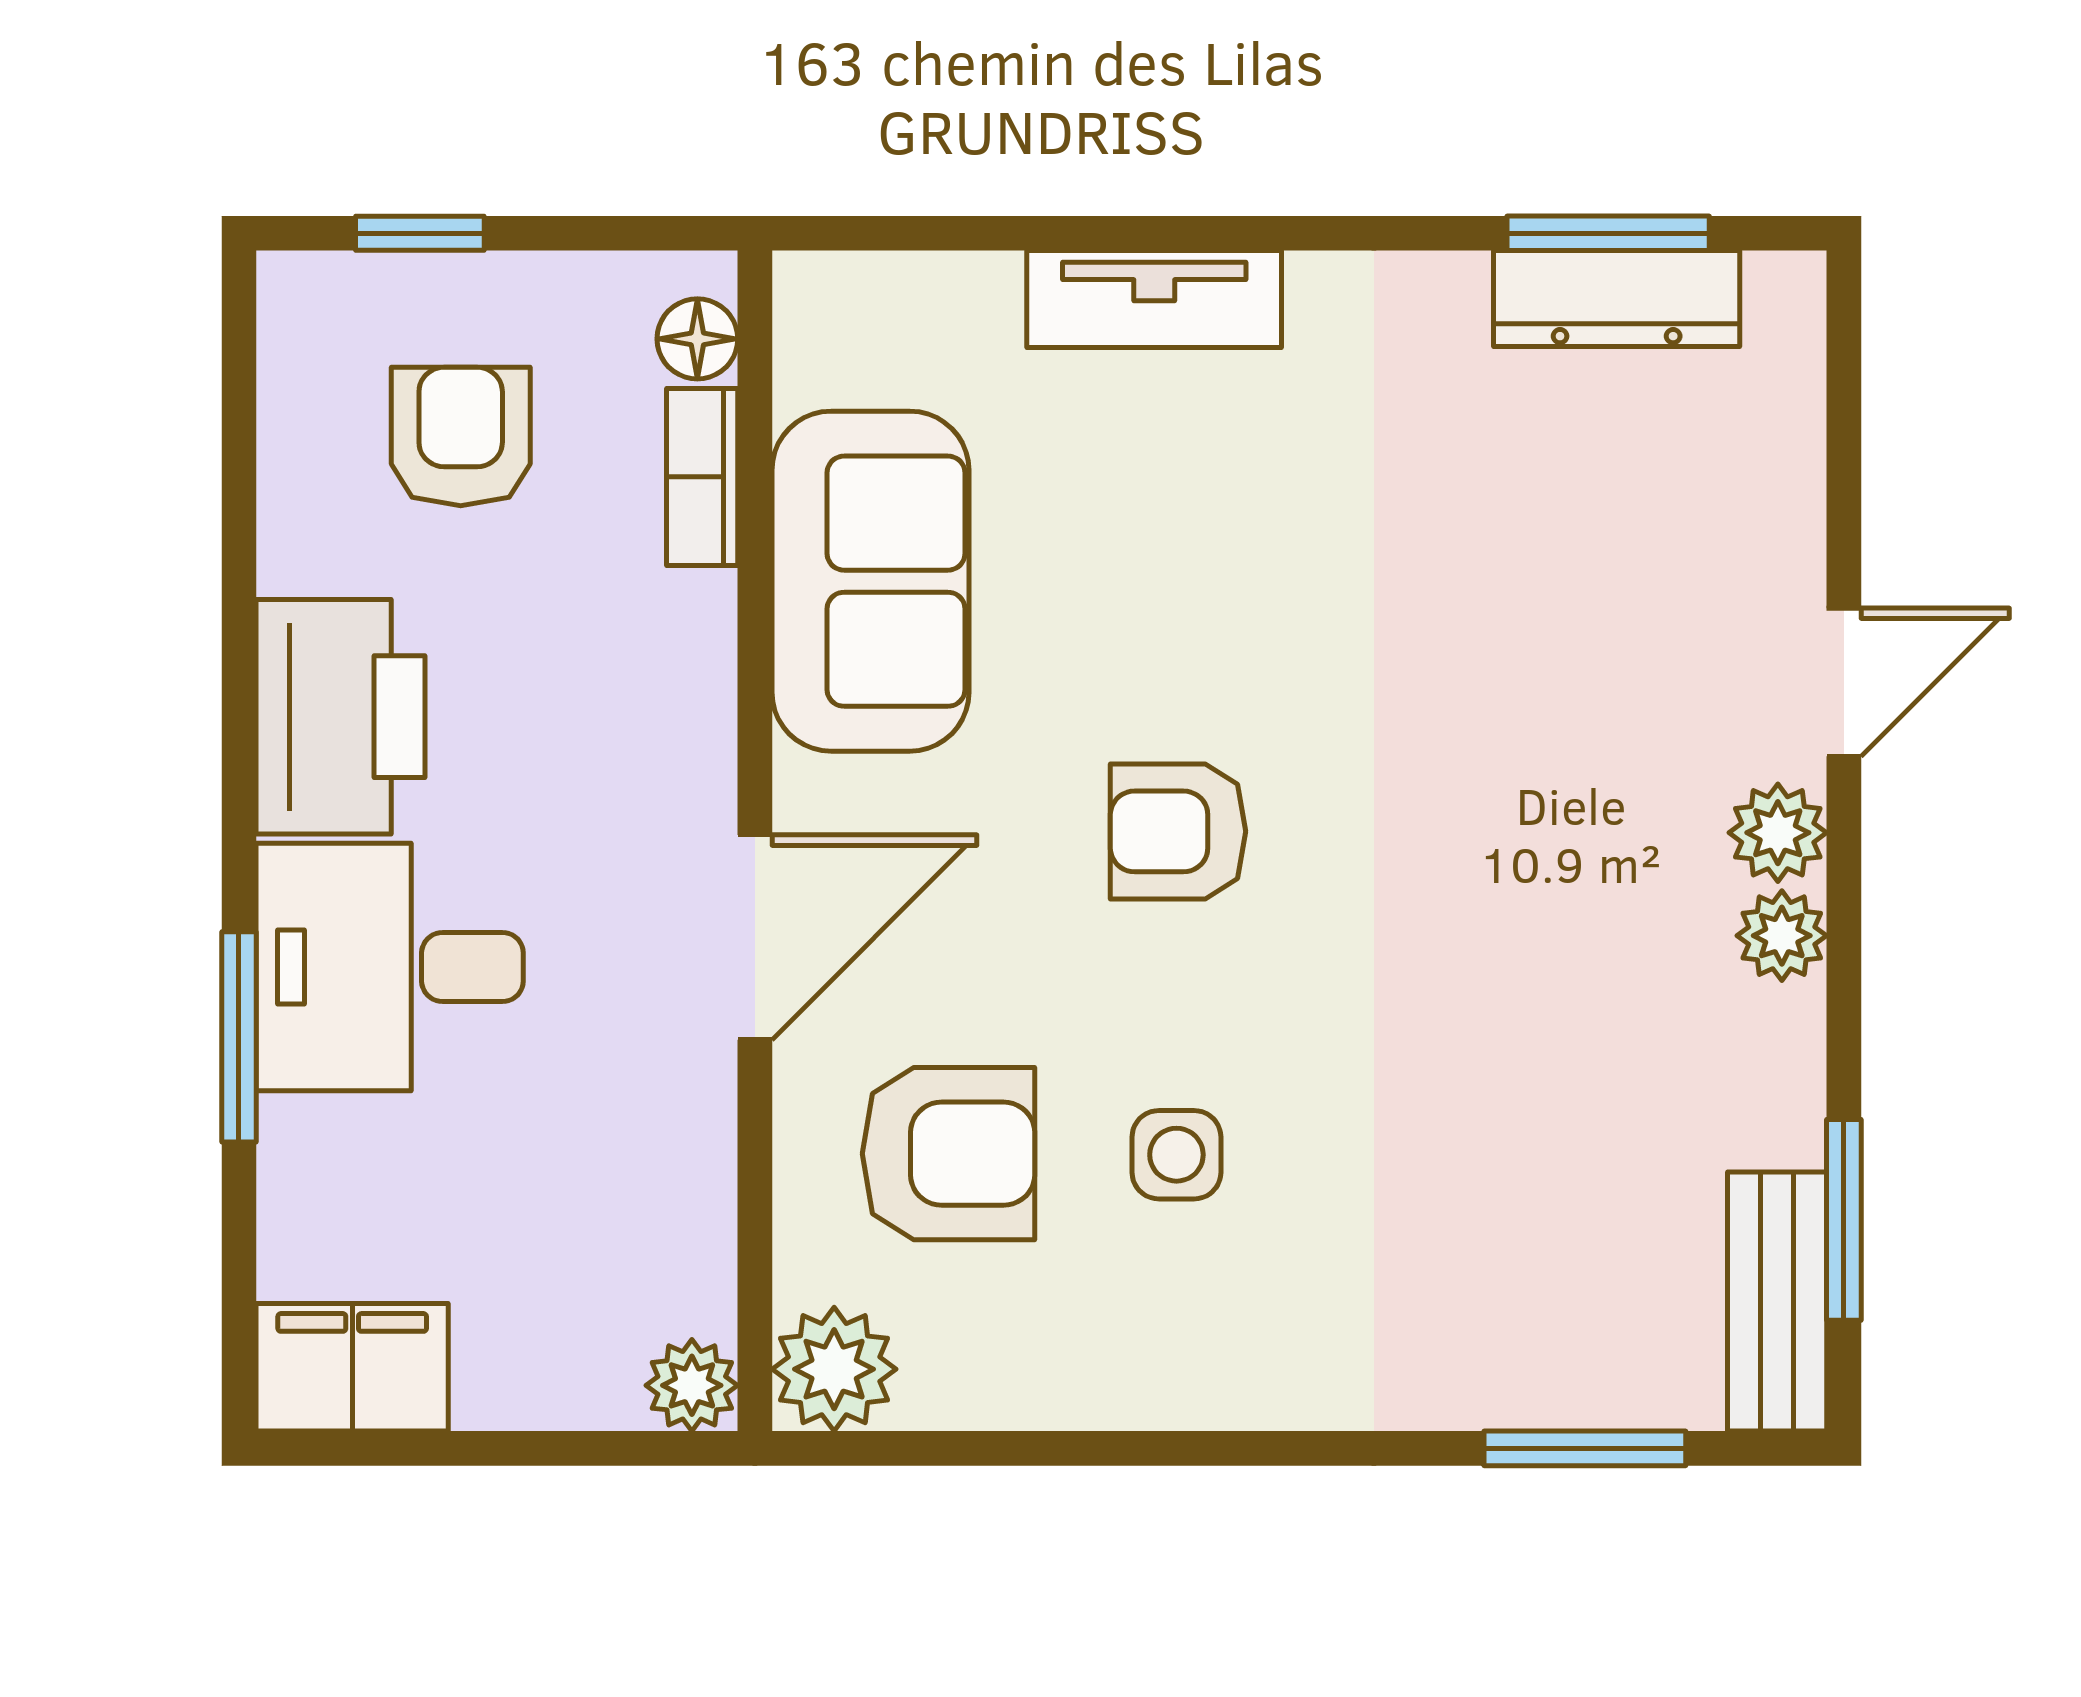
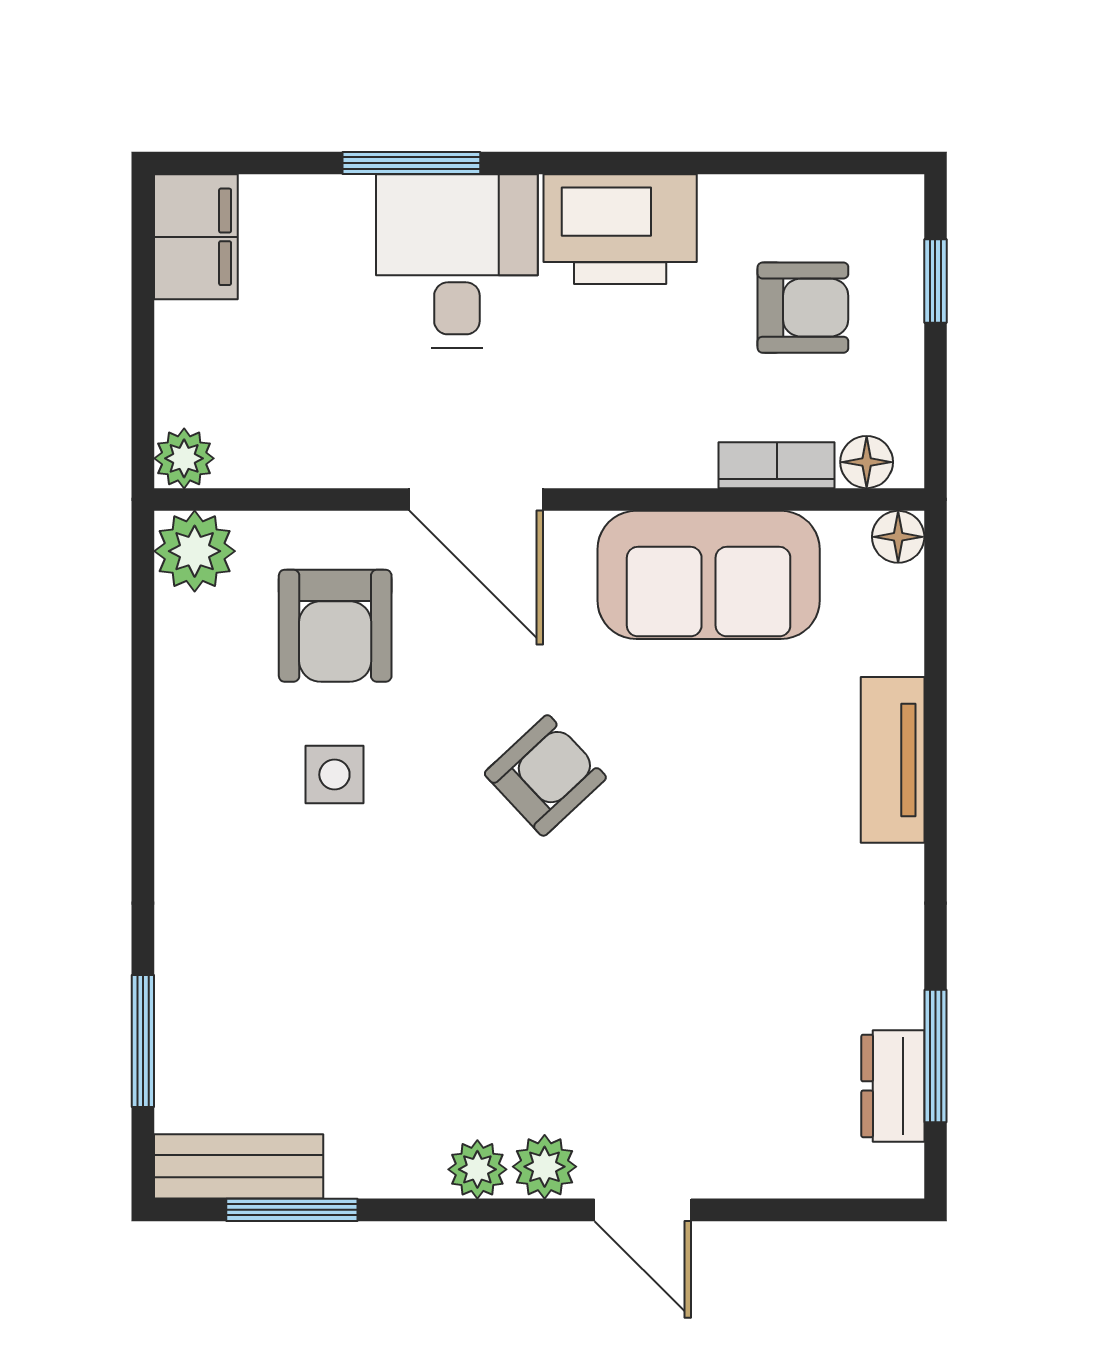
floor lamp: (812, 291) -> (898, 537), added
dresser: (1617, 299) -> (893, 1086), width x0.70
armchair: (1178, 831) -> (545, 775), turned 47

